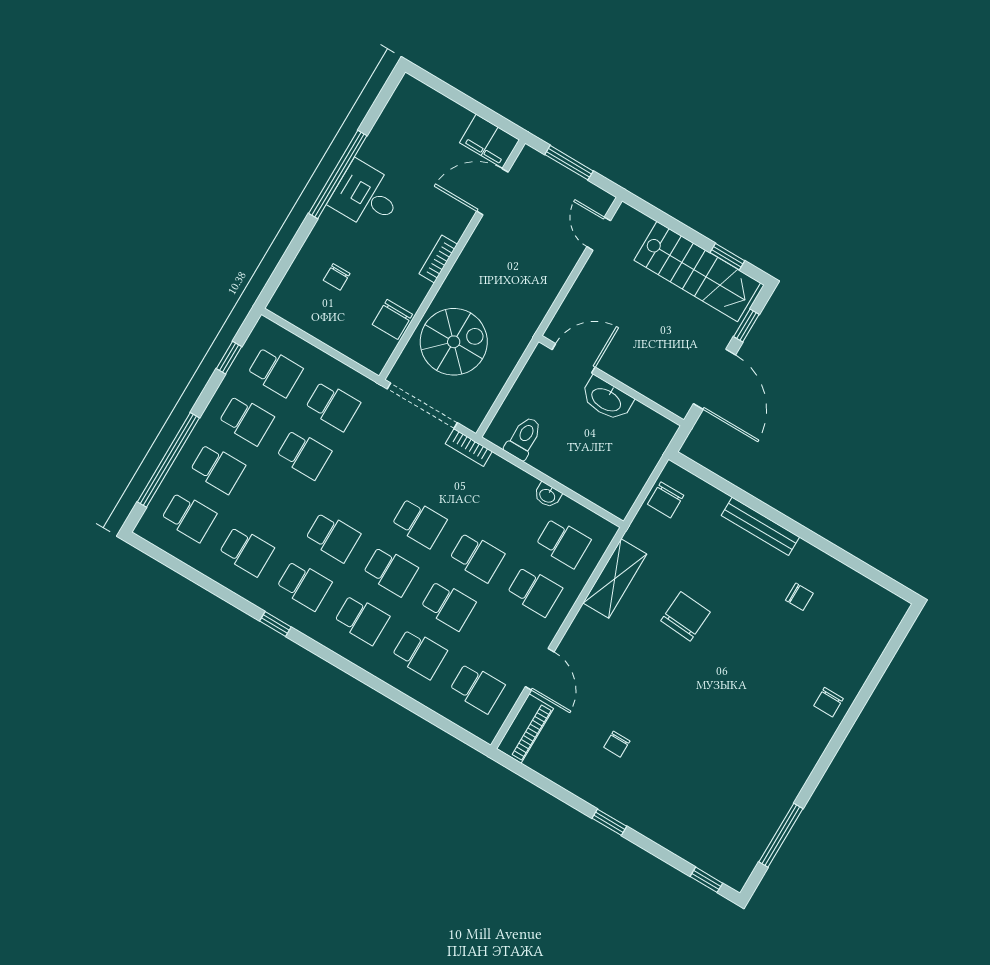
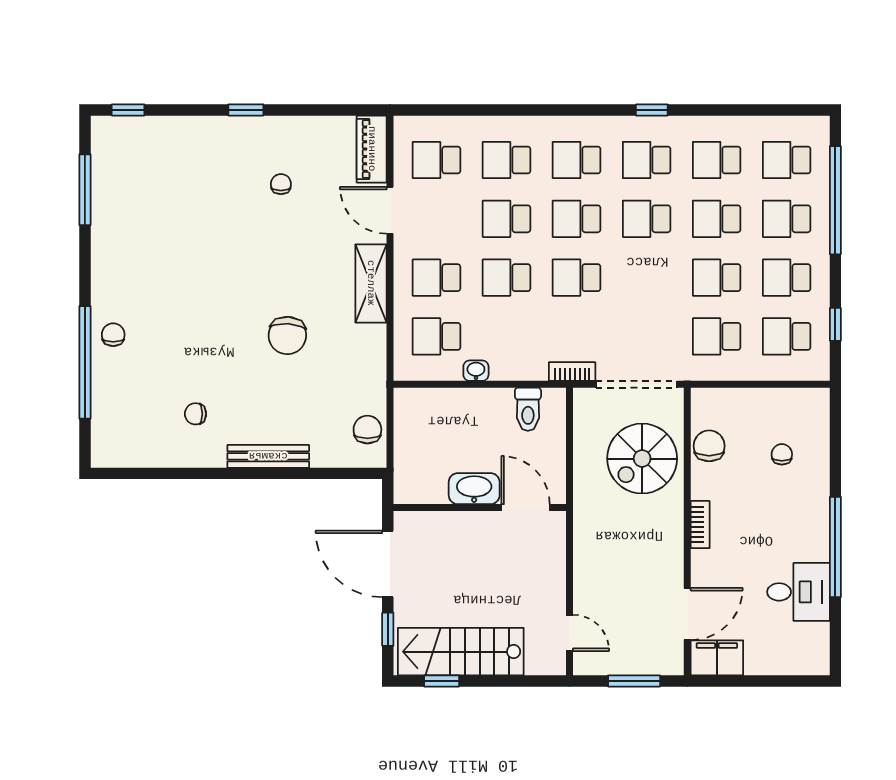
desk: (366, 196) -> (798, 592), moved
door: (574, 358) -> (526, 508), swing flipped
school desk: (275, 503) -> (717, 219), added
shelving: (615, 579) -> (371, 283), moved
window: (865, 693) -> (85, 362), added

